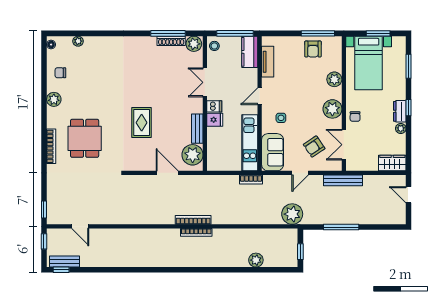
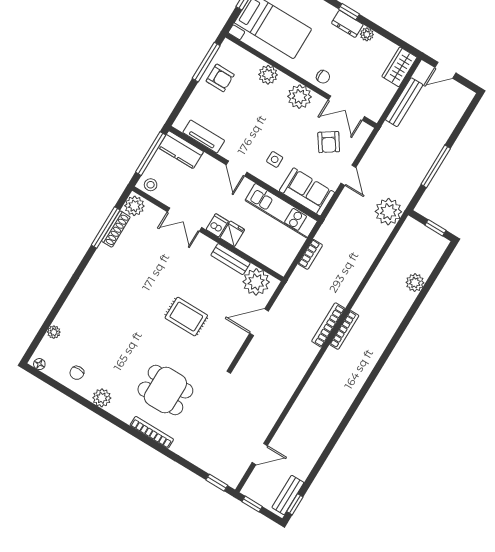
bookcase: (251, 179) -> (310, 254), moved
bench: (343, 180) -> (404, 102), moved

